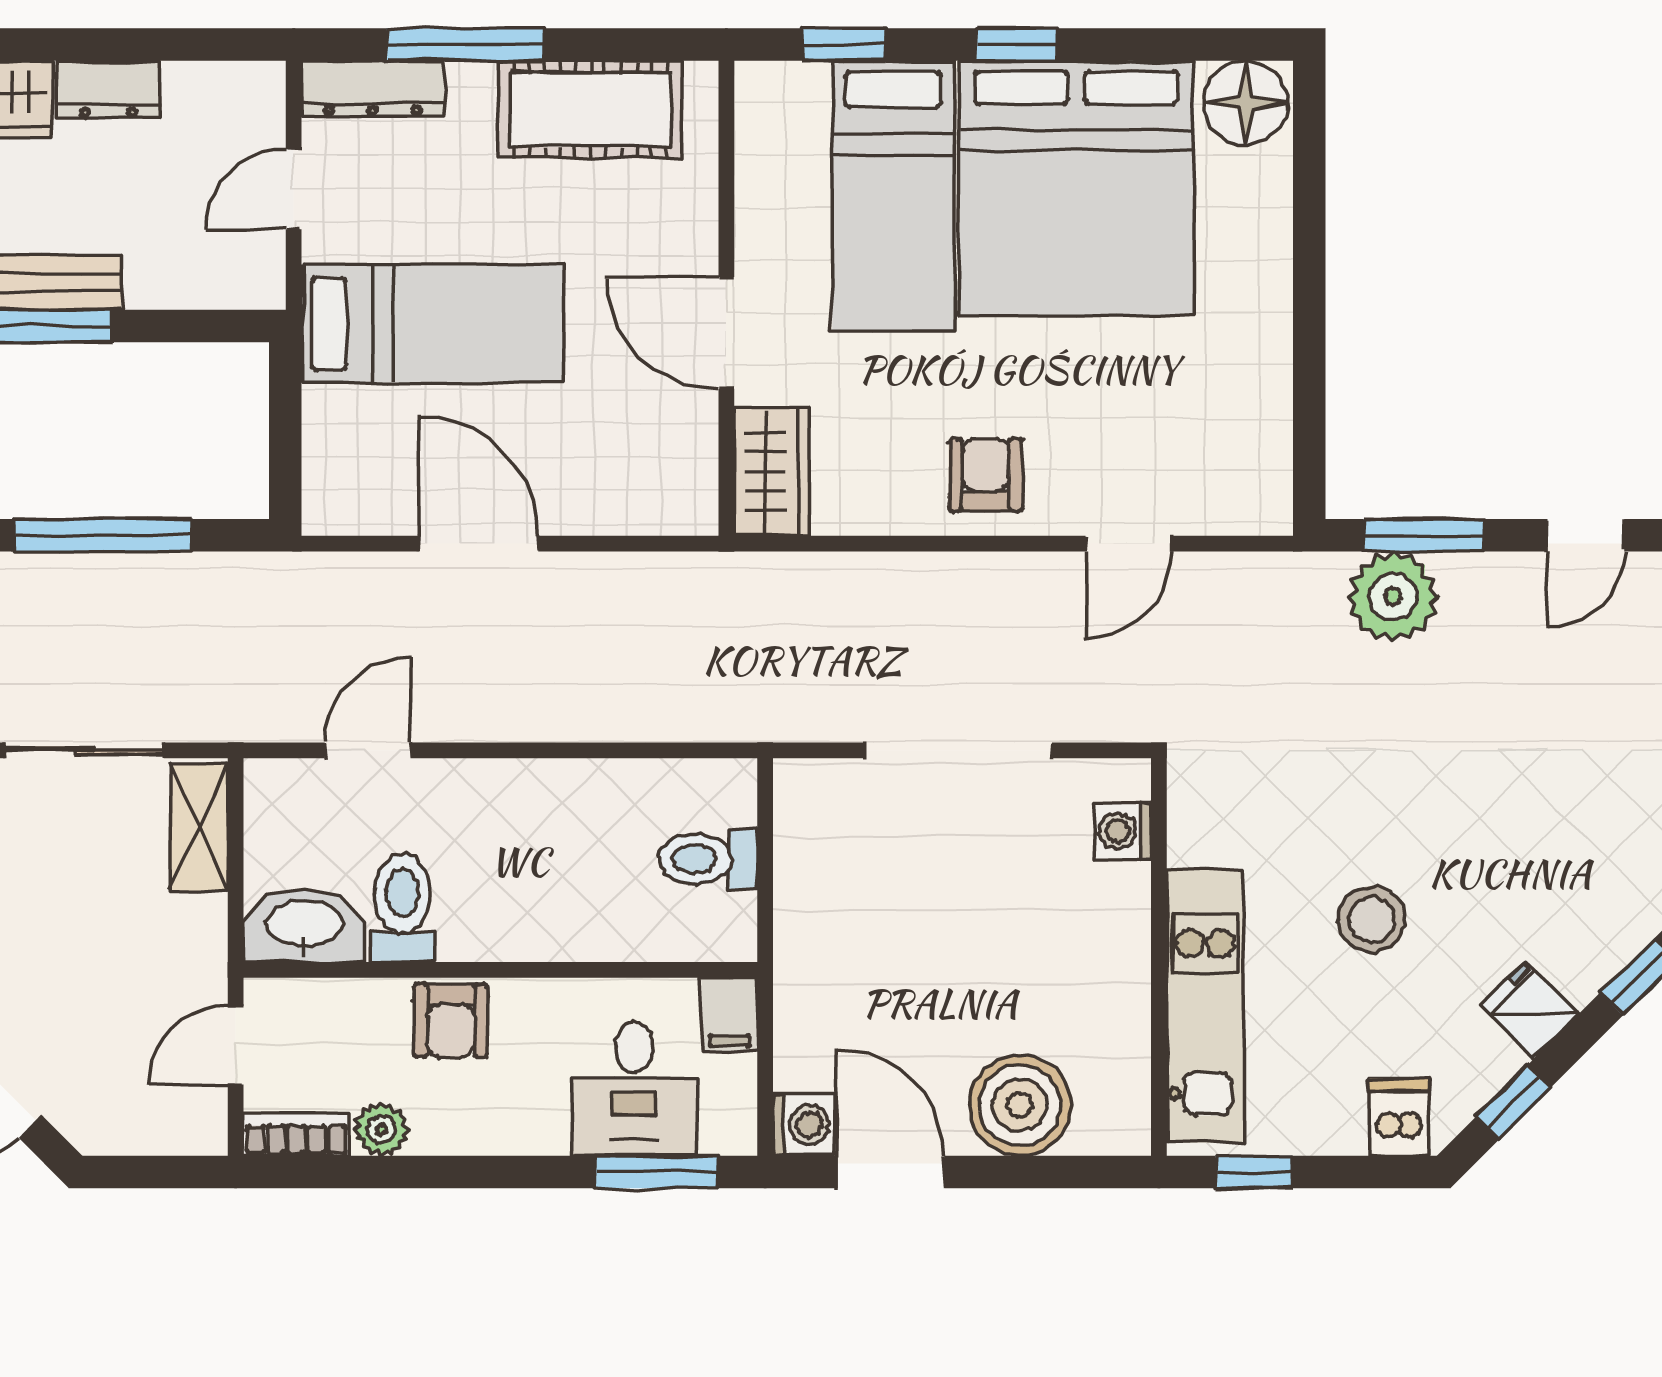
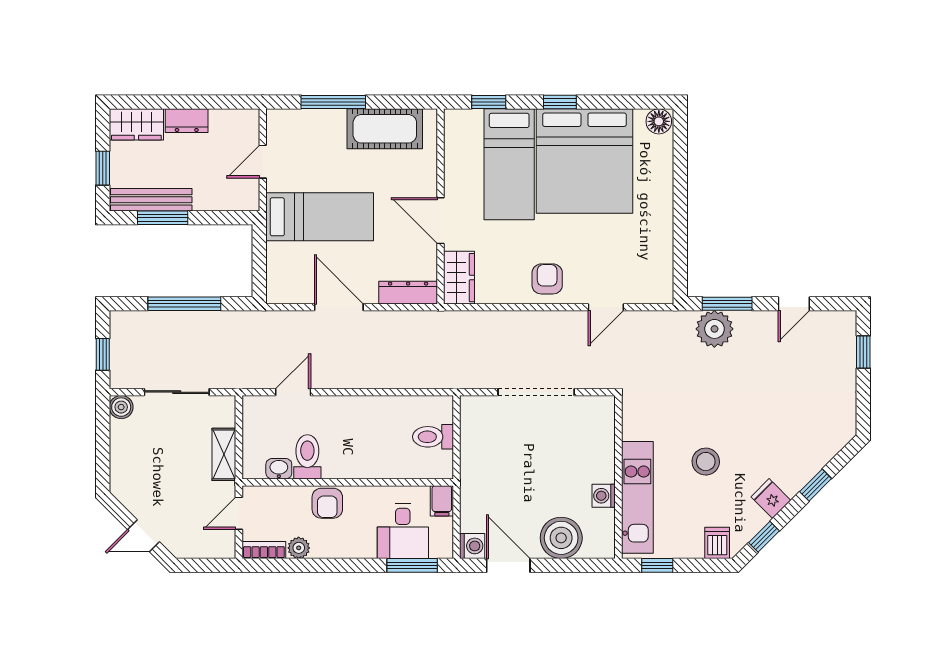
dresser: (373, 89) -> (408, 293), moved, turned 180
floor lamp: (1246, 103) -> (659, 121), width x0.73, depth x0.73
shelving: (199, 827) -> (224, 454), moved
washing machine: (1123, 831) -> (604, 496), moved
washbasin: (304, 925) -> (279, 469), width x0.52, depth x0.69

